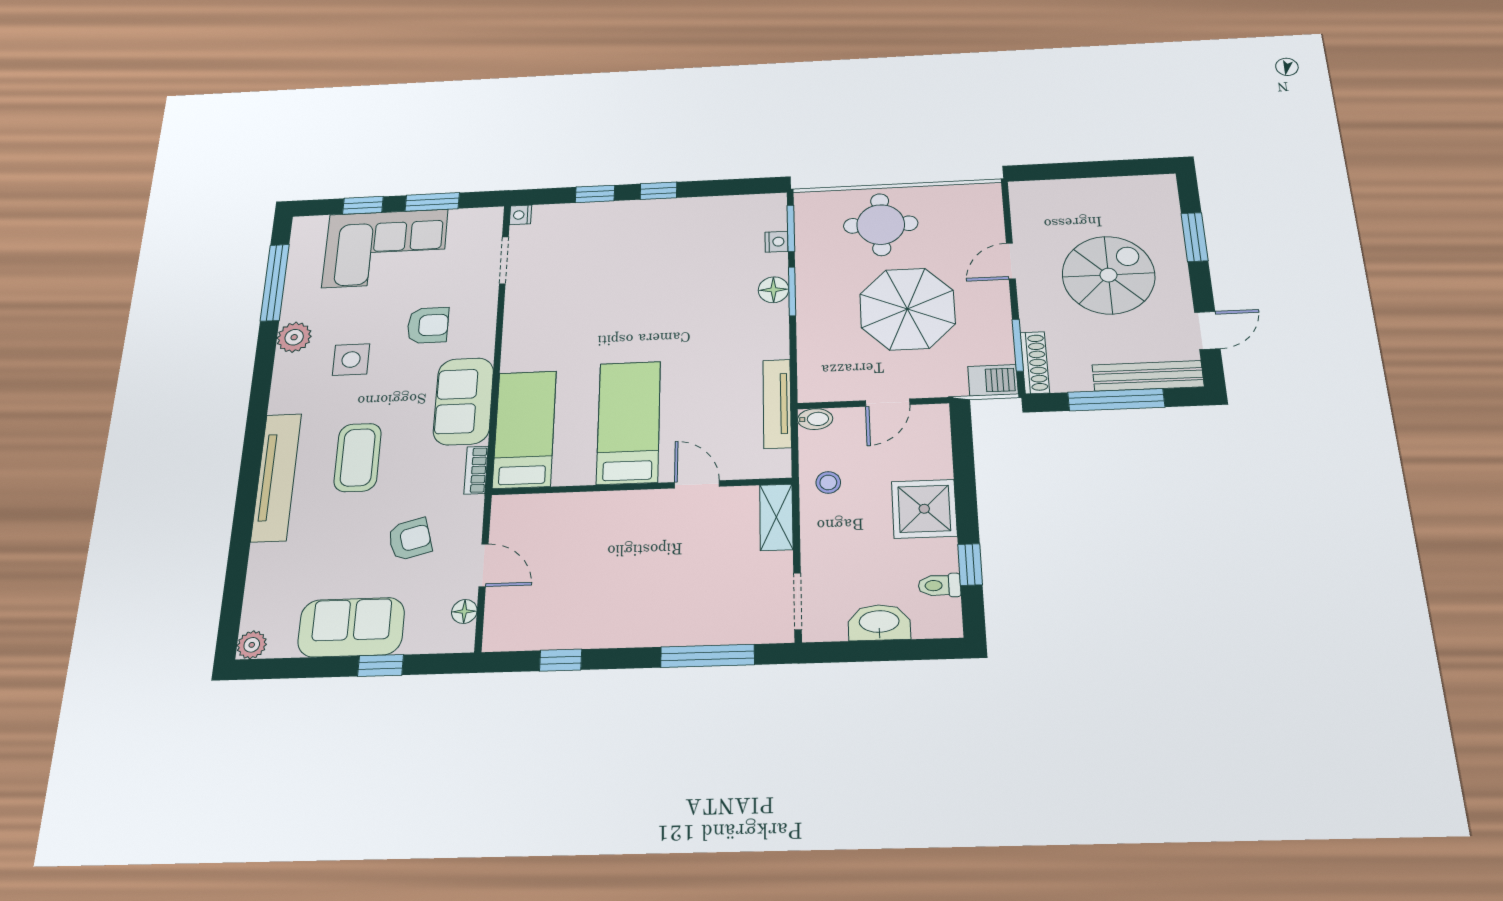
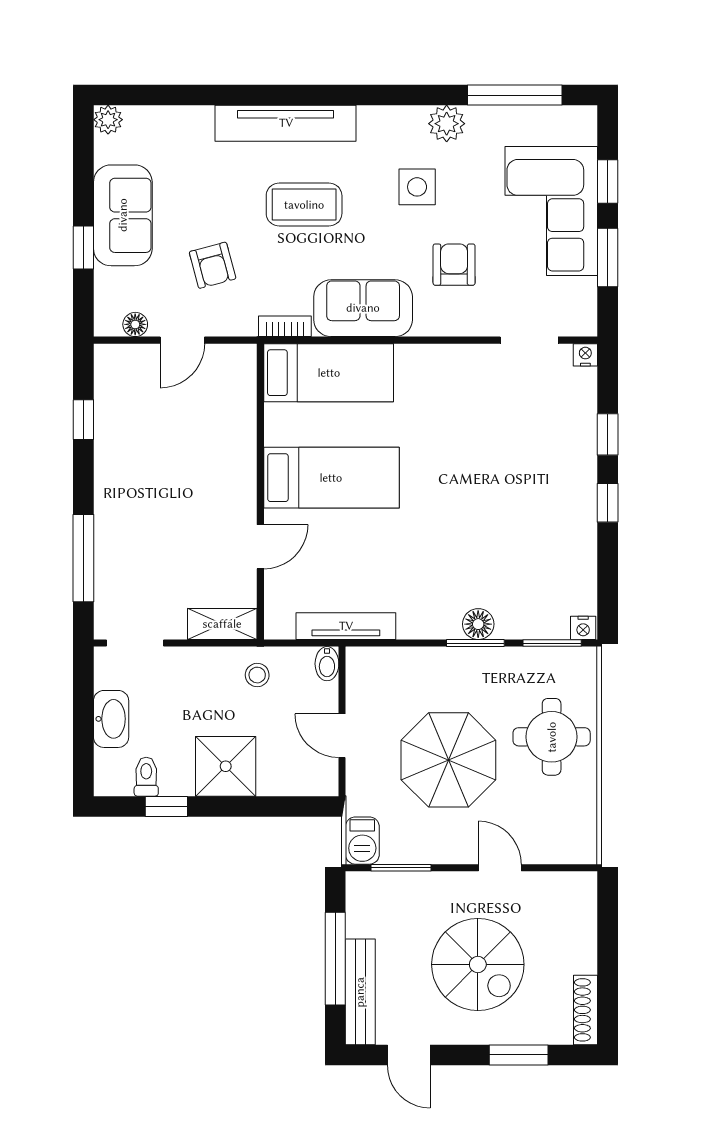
nightstand: (777, 242) -> (583, 628), moved
armchair: (428, 325) -> (454, 265), turned 180
shoe rack: (1035, 363) -> (586, 1010), moved, turned 90

